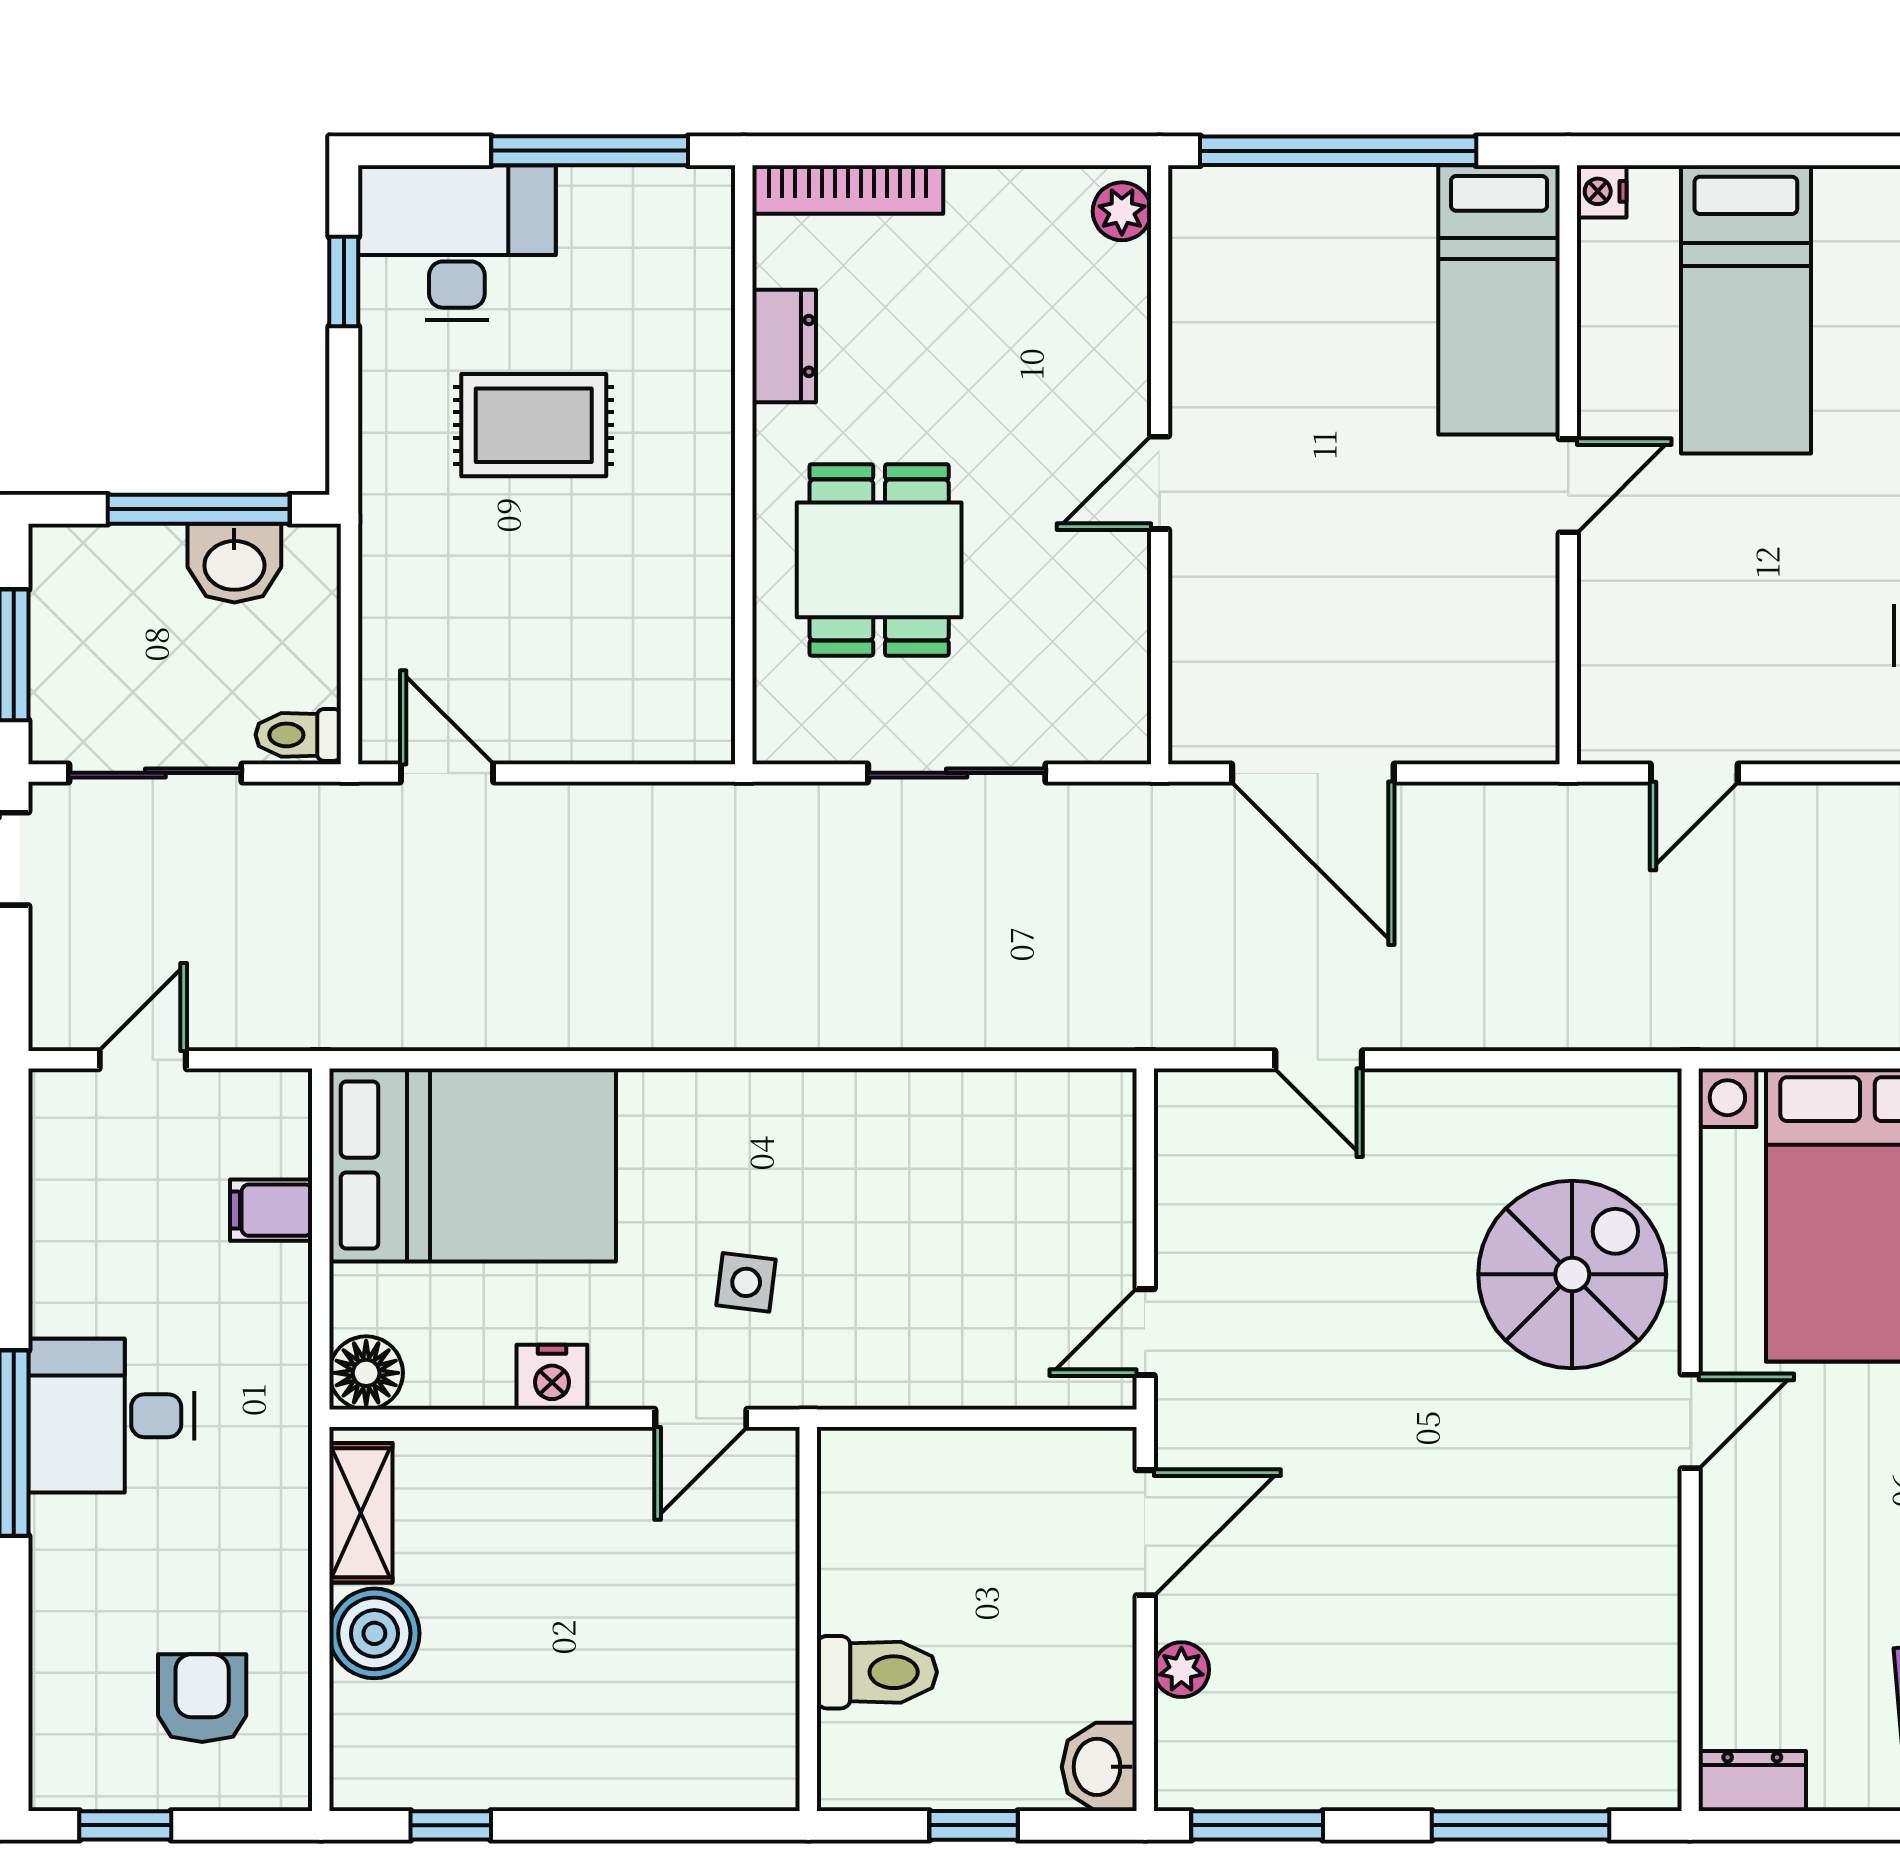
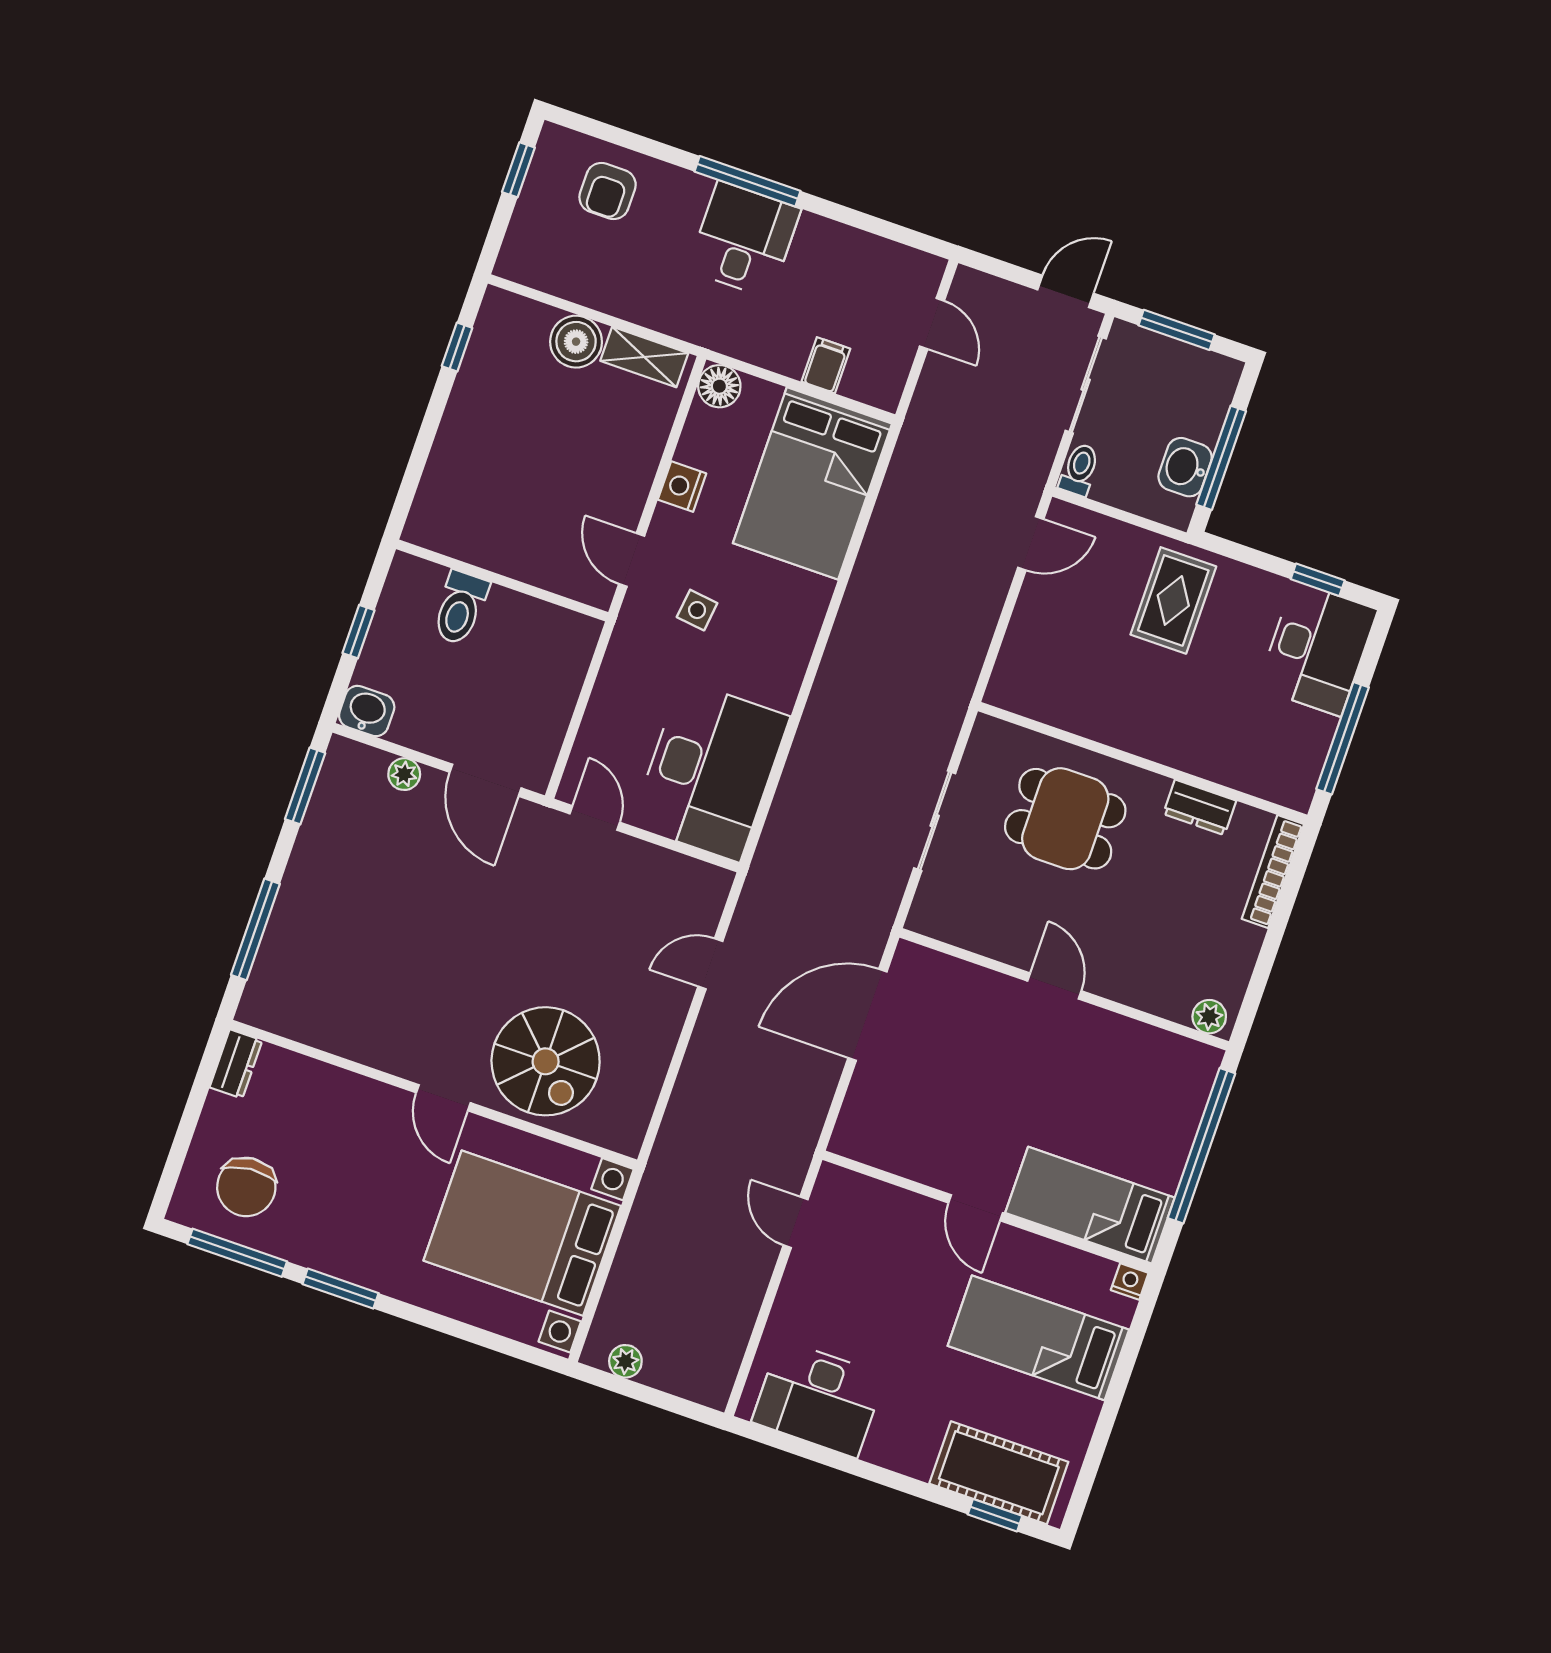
rug: (534, 425) -> (1173, 600), moved
desk: (1002, 1169) -> (710, 771), added
armchair: (202, 1698) -> (608, 191), moved, turned 90

